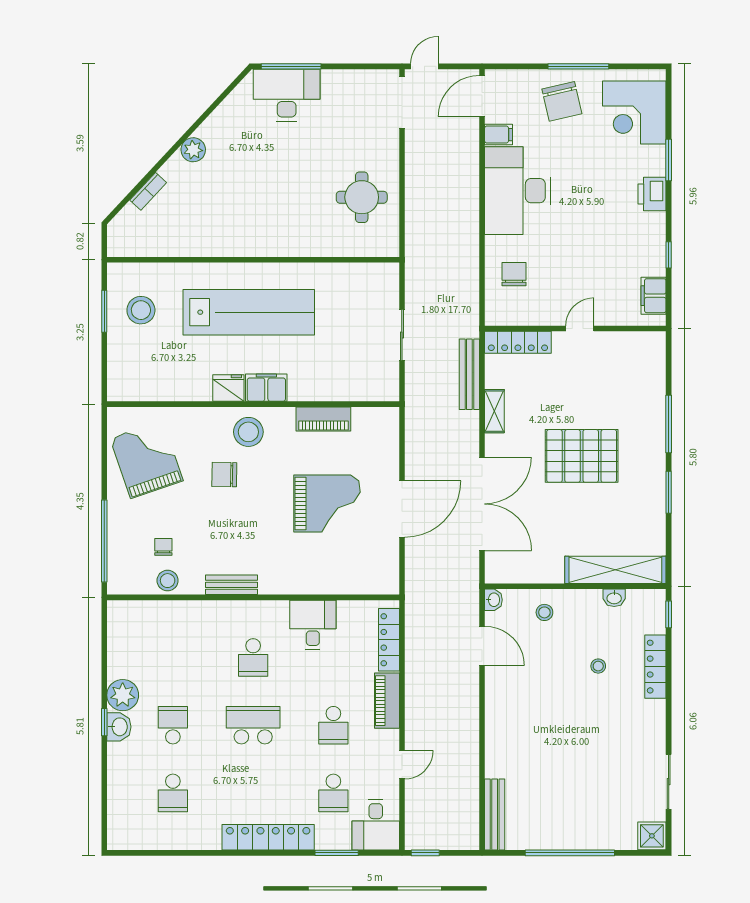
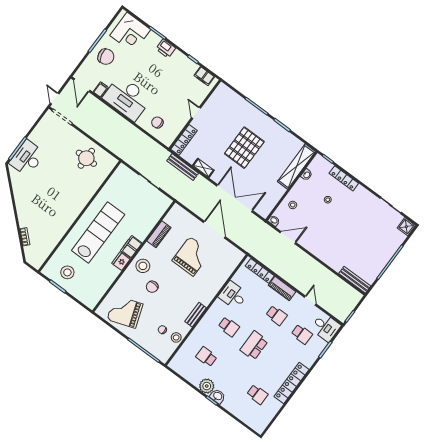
plant: (193, 150) -> (22, 208), removed
school desk: (173, 725) -> (206, 357), moved
locker: (268, 837) -> (291, 383), moved

